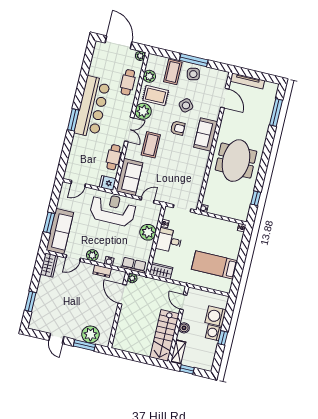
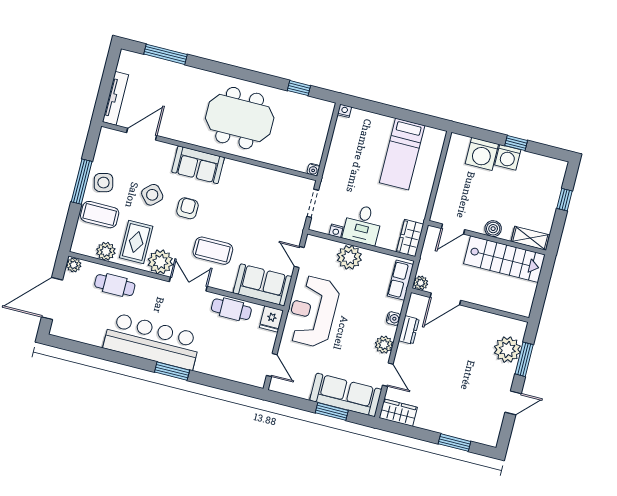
door: (183, 302) -> (453, 229), moved
wall: (178, 324) -> (487, 238), moved
boiler: (184, 328) -> (493, 229), moved
stairs: (165, 335) -> (504, 259), moved
shelving: (178, 352) -> (530, 238), moved

